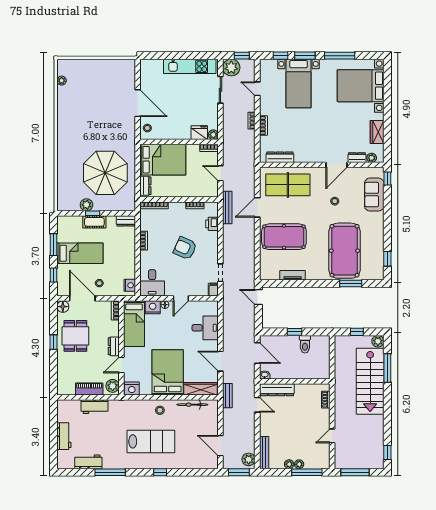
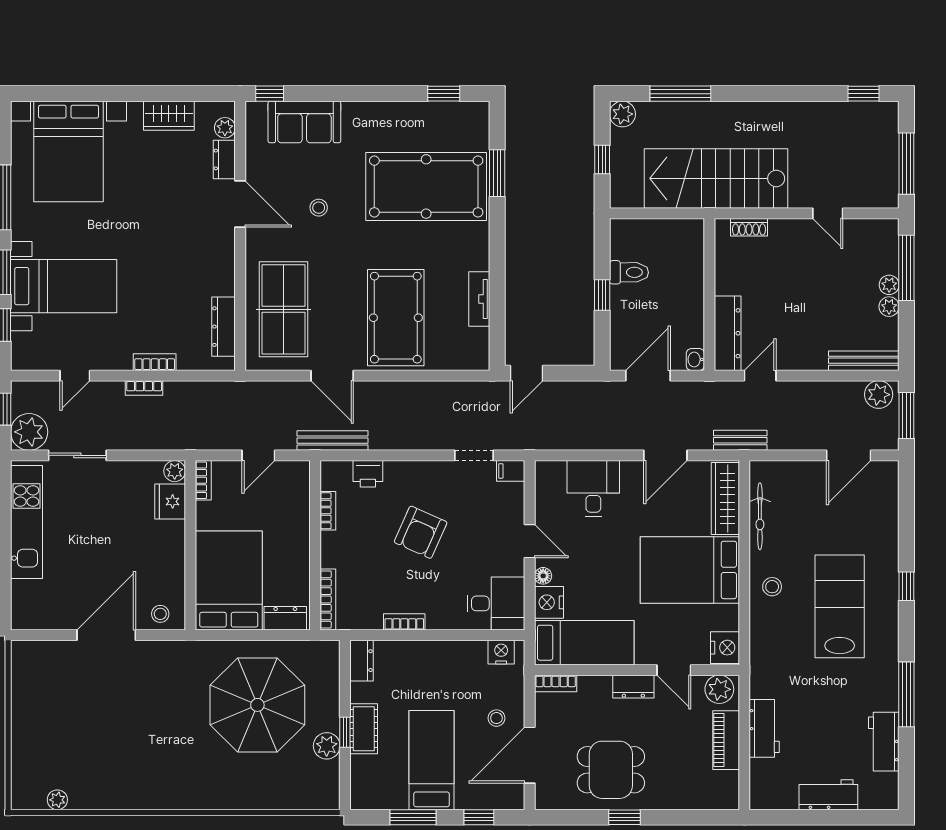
floor lamp: (63, 307) -> (547, 797), removed
stairs: (370, 381) -> (716, 178), moved, turned 180

